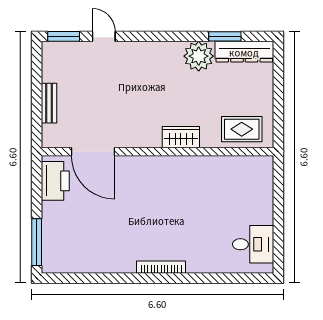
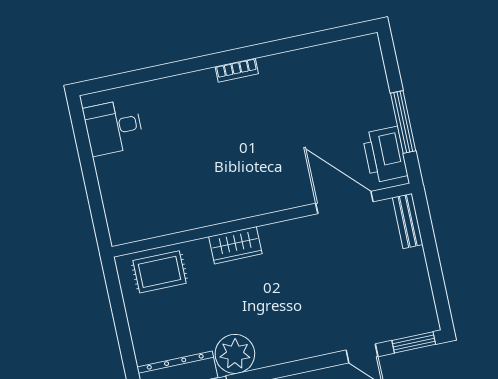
bench: (49, 103) -> (408, 221), moved
window: (37, 242) -> (403, 122), moved
bookcase: (161, 267) -> (237, 70), width x0.64

